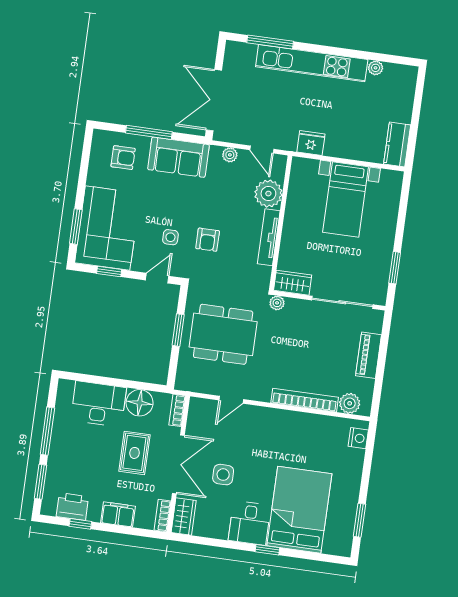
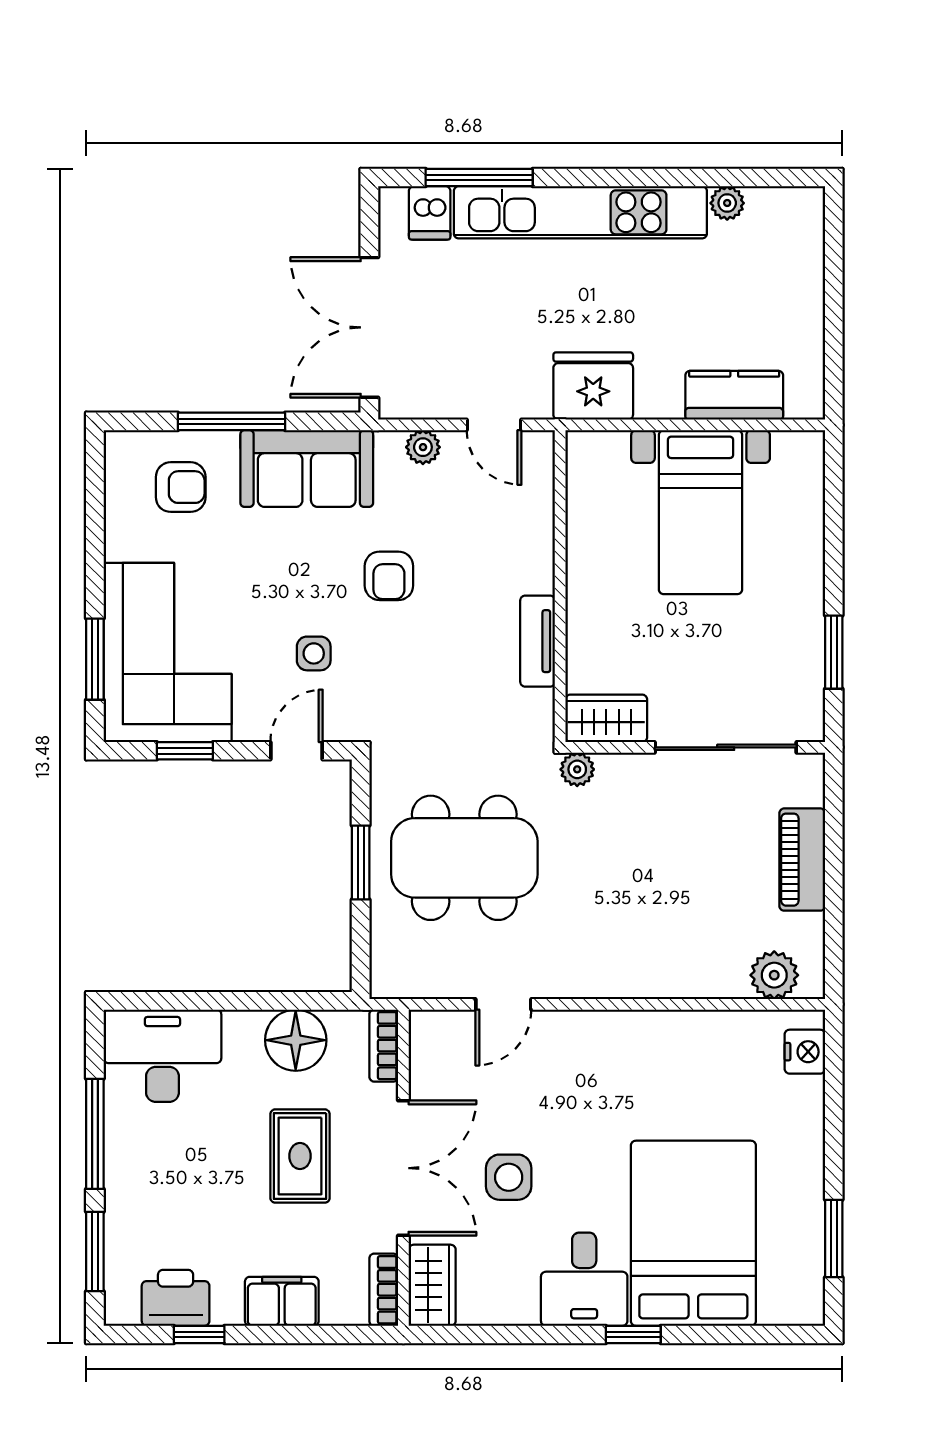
dishwasher: (247, 54) -> (430, 213), added
fridge: (311, 143) -> (593, 386), width x1.36, depth x1.34
kitchen counter: (397, 145) -> (734, 395), moved, turned 90
plant: (268, 194) -> (523, 523), removed
tv unit: (269, 237) -> (538, 641), width x0.71
armchair: (208, 240) -> (389, 576), moved
bookcase: (305, 400) -> (671, 982), removed
desk: (99, 404) -> (162, 1056), moved

